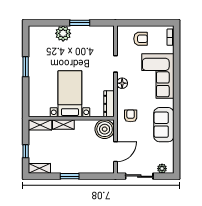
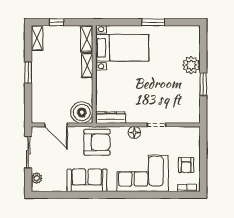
armchair: (141, 39) -> (186, 165), moved
bed with nightstands: (70, 94) -> (122, 48), moved
armchair: (131, 116) -> (97, 142), width x1.88, depth x1.88

